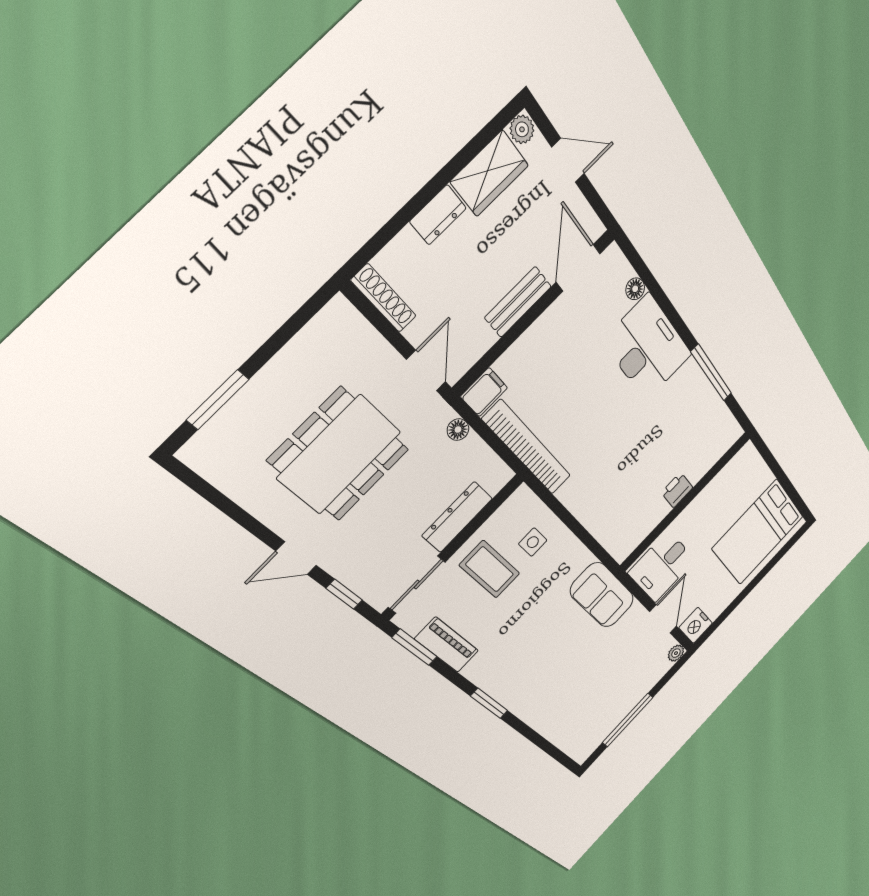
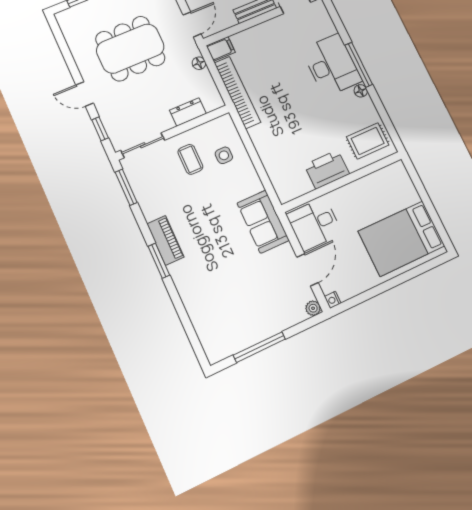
floor lamp: (635, 289) -> (361, 91), moved
window: (711, 373) -> (359, 65), moved
rug: (708, 435) -> (368, 141), added
printer: (677, 490) -> (327, 170), width x1.87, depth x1.48
dresser: (457, 517) -> (188, 112), width x0.70
coffee table: (490, 569) -> (190, 159), width x0.73, depth x0.77
nightstand: (696, 625) -> (333, 300), width x0.53, depth x0.56
piano: (447, 645) -> (165, 240), moved

